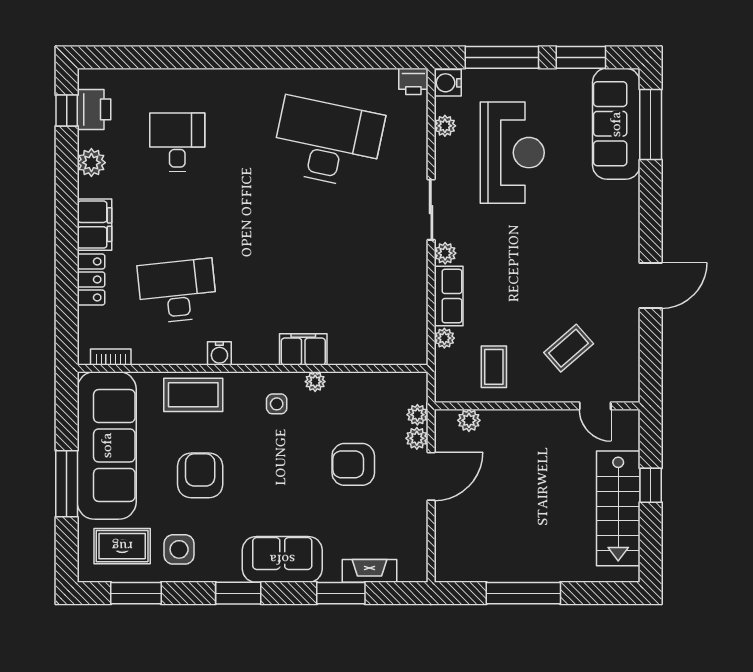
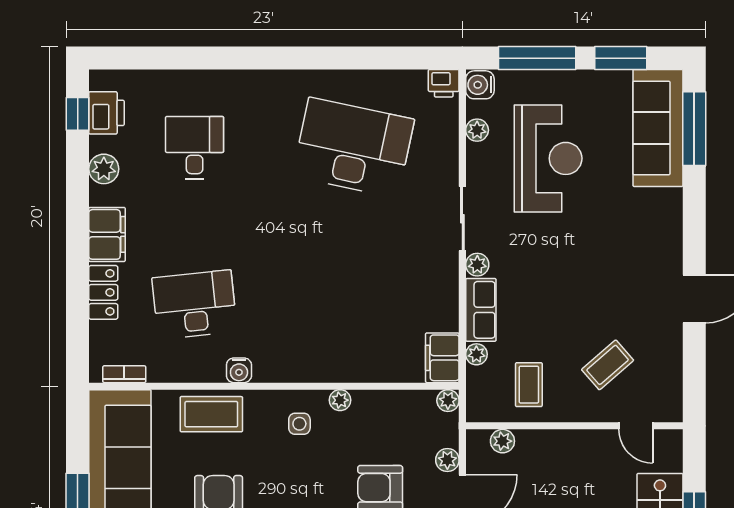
filing cabinet: (303, 349) -> (442, 358), moved, turned -90
plant: (417, 415) -> (448, 401), moved

